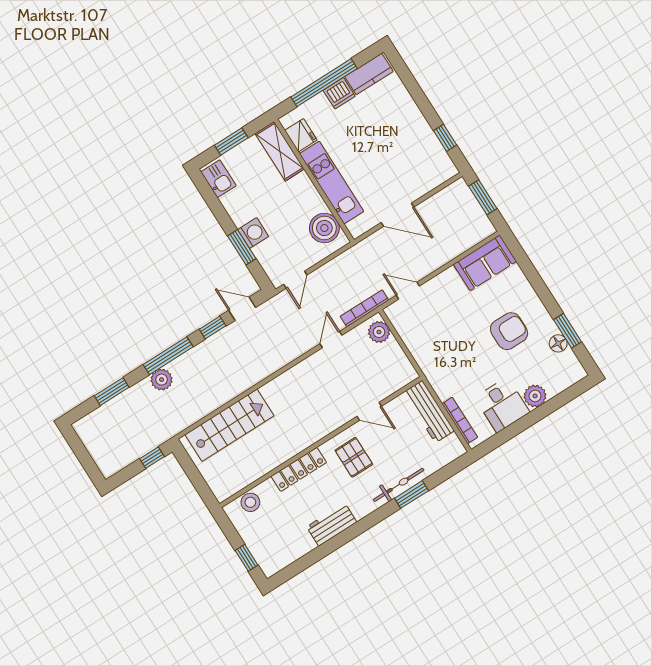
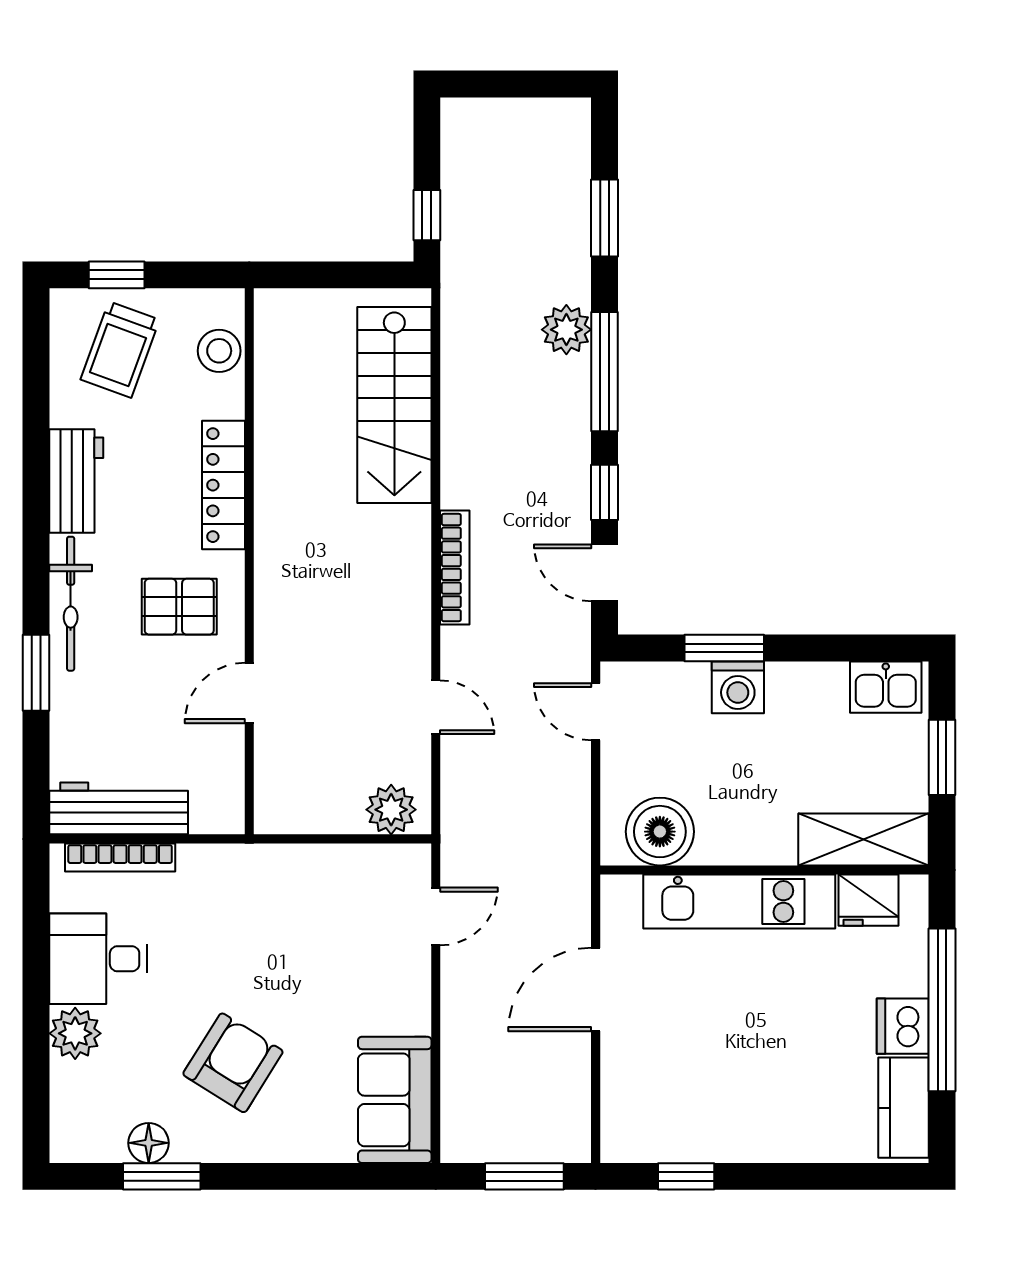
bookcase: (365, 308) -> (455, 568), moved
door: (242, 309) -> (604, 573), swing flipped
armchair: (509, 331) -> (233, 1063), turned -148
workbench: (429, 412) -> (119, 808), moved
bicycle: (399, 485) -> (71, 604), moved
trolley: (273, 539) -> (120, 350), added

